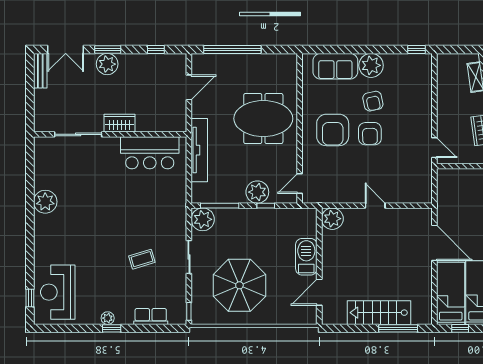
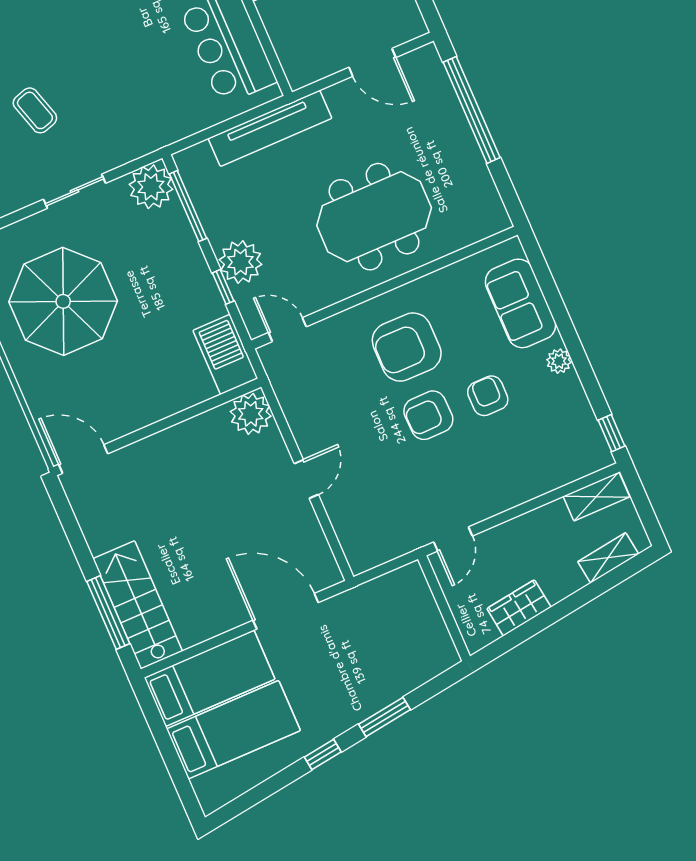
plant: (371, 65) -> (559, 361), width x0.53, depth x0.53
shelving: (444, 70) -> (596, 497), added
armchair: (373, 101) -> (488, 396), turned 102
meeting table: (263, 119) -> (374, 217), turned 90
door: (434, 243) -> (286, 611), swing flipped
barbecue: (306, 257) -> (225, 354), moved, turned -90
door: (319, 292) -> (83, 459), moved
stairs: (379, 313) -> (138, 605), moved
window: (460, 328) -> (155, 721), removed

